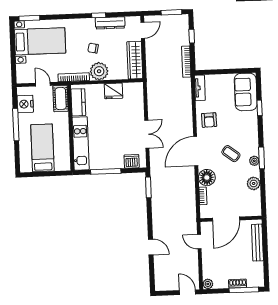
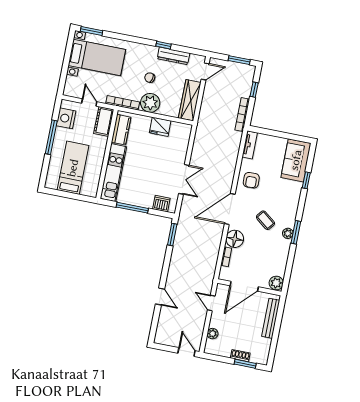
plant: (254, 183) -> (276, 283), moved
plant: (208, 284) -> (213, 334), moved
window: (244, 290) -> (245, 364), width x0.69

